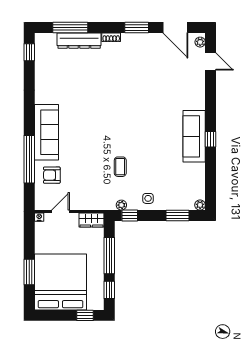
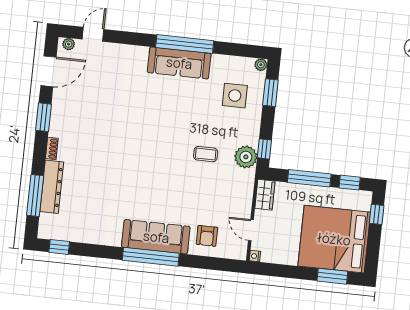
window: (211, 139) -> (185, 44), width x3.17
window: (29, 159) -> (151, 257), moved
side table: (148, 198) -> (235, 96), moved, width x1.87, depth x1.87
plant: (121, 205) -> (246, 157), width x1.88, depth x1.88
window: (29, 272) -> (332, 276), moved

